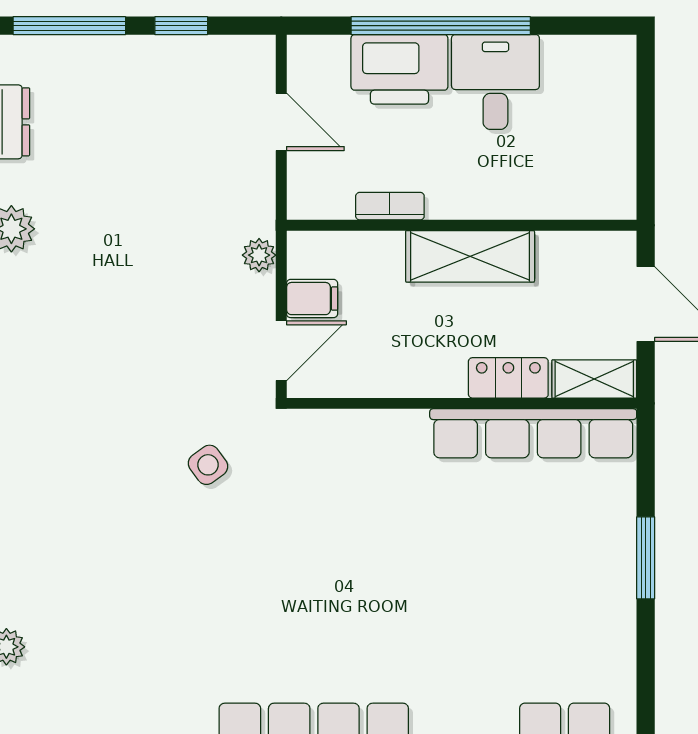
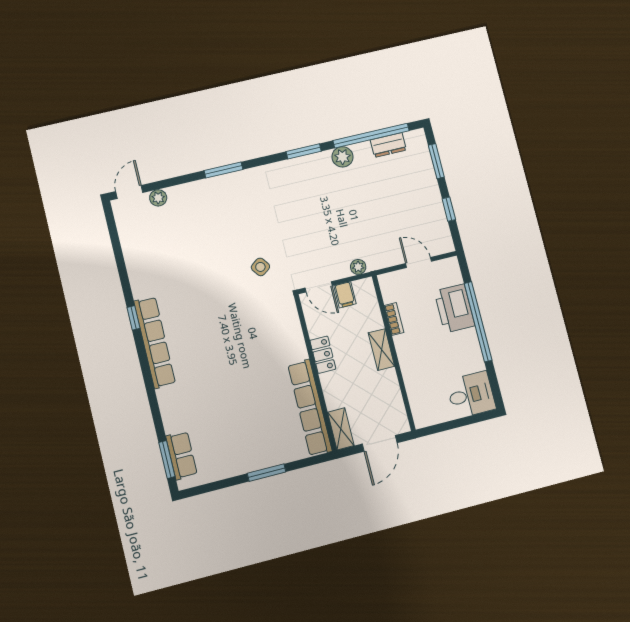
window: (69, 26) -> (436, 161), width x0.69
desk: (495, 82) -> (471, 395), moved
door: (281, 122) -> (419, 262), swing flipped
shelving: (470, 256) -> (381, 350), width x0.67, depth x0.75
locker: (508, 378) -> (323, 355), moved

